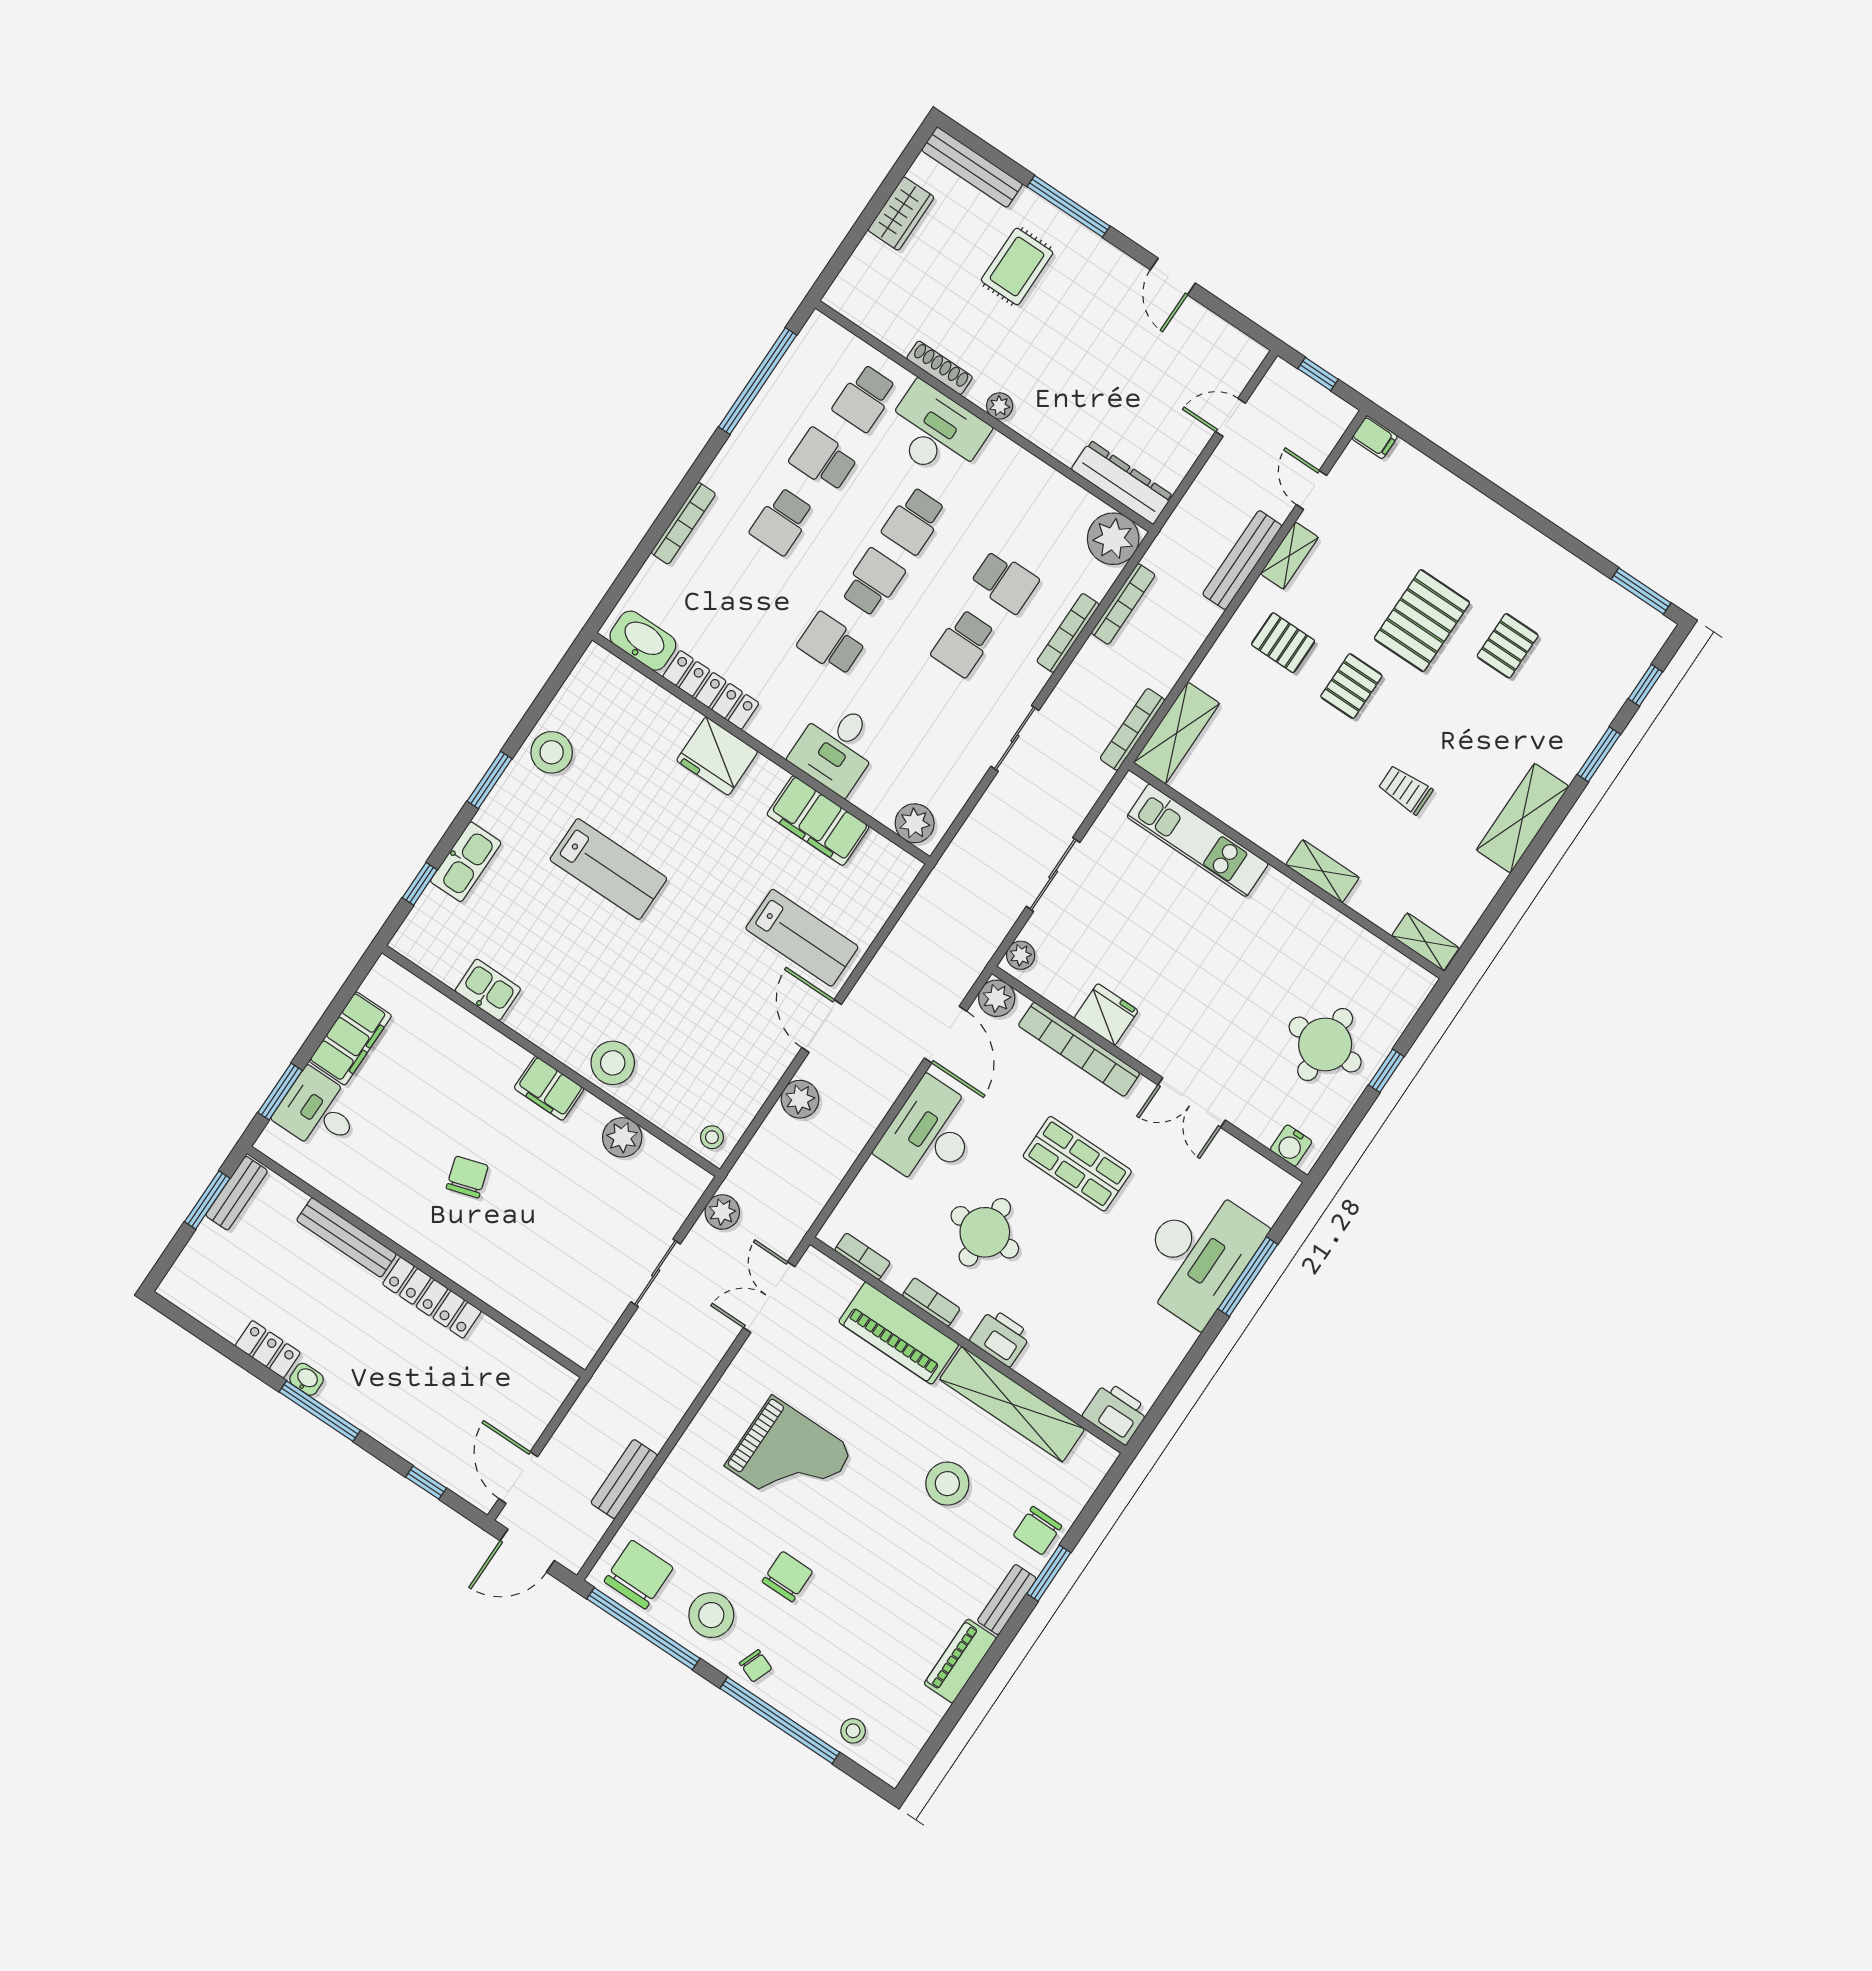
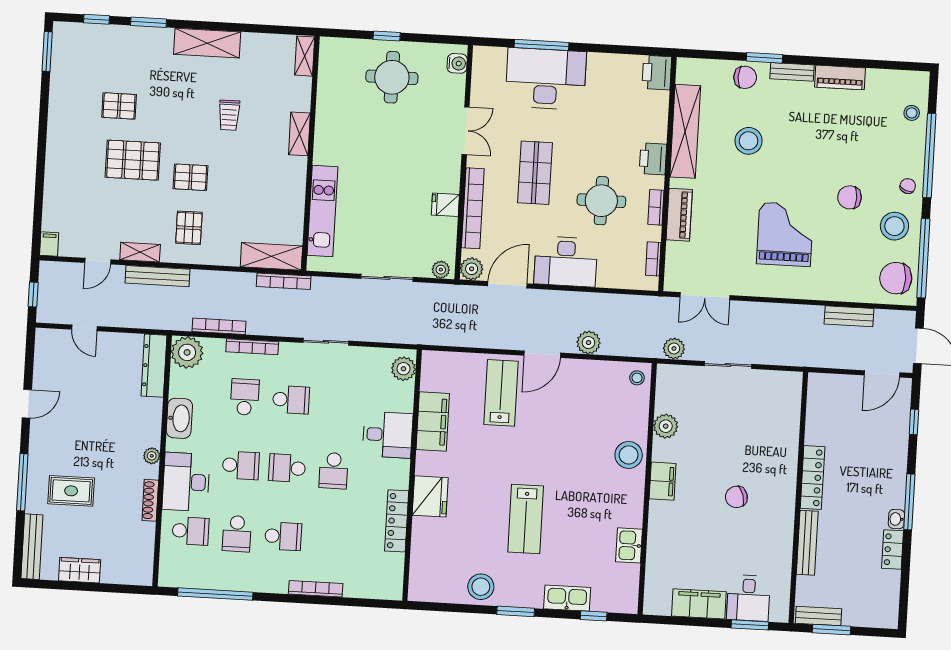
washbasin: (643, 641) -> (179, 418), moved, turned 180
lab bench: (608, 869) -> (526, 519), turned 180
fridge: (1106, 1014) -> (445, 205), width x0.72
piano: (899, 1333) -> (679, 215), width x0.73, depth x0.75

